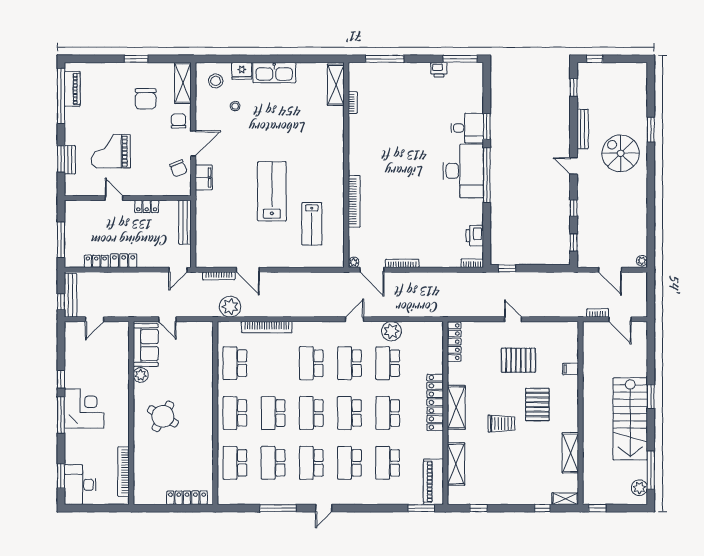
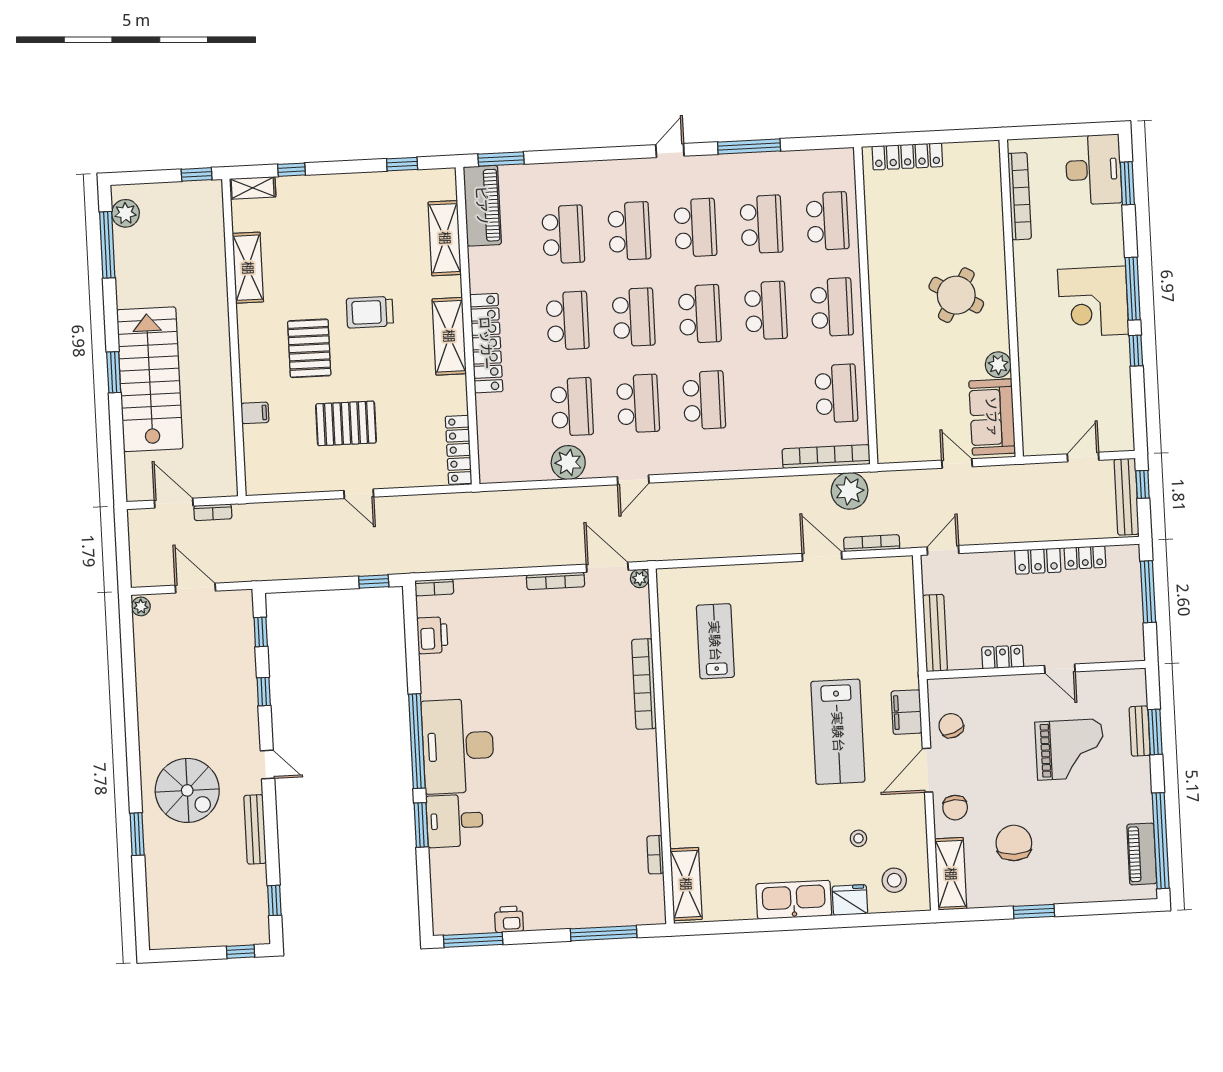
lab bench: (272, 191) -> (838, 732), moved
bookcase: (267, 327) -> (826, 457), moved
stairs: (630, 419) -> (150, 379), moved

